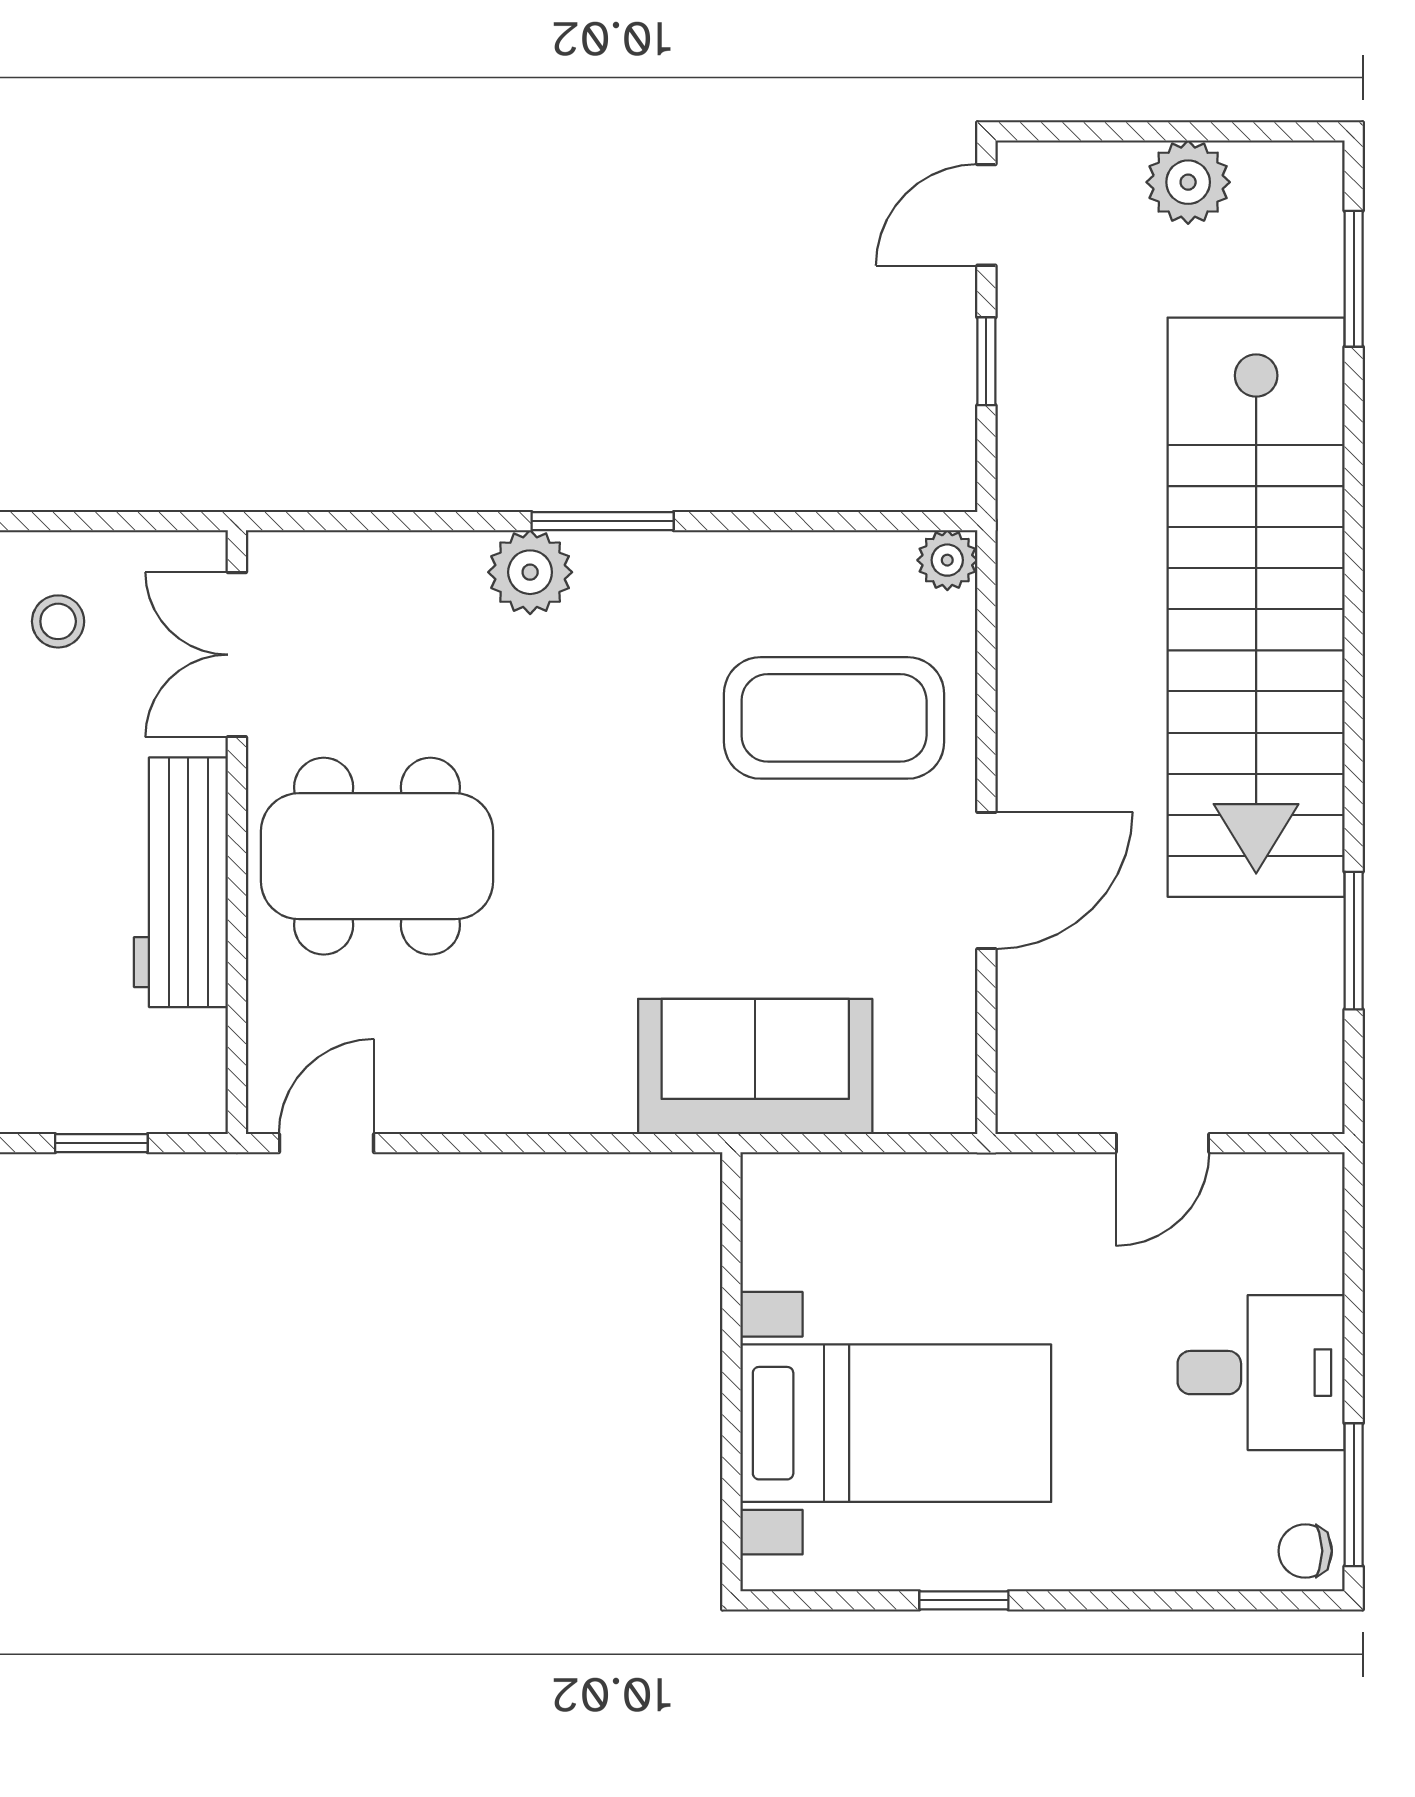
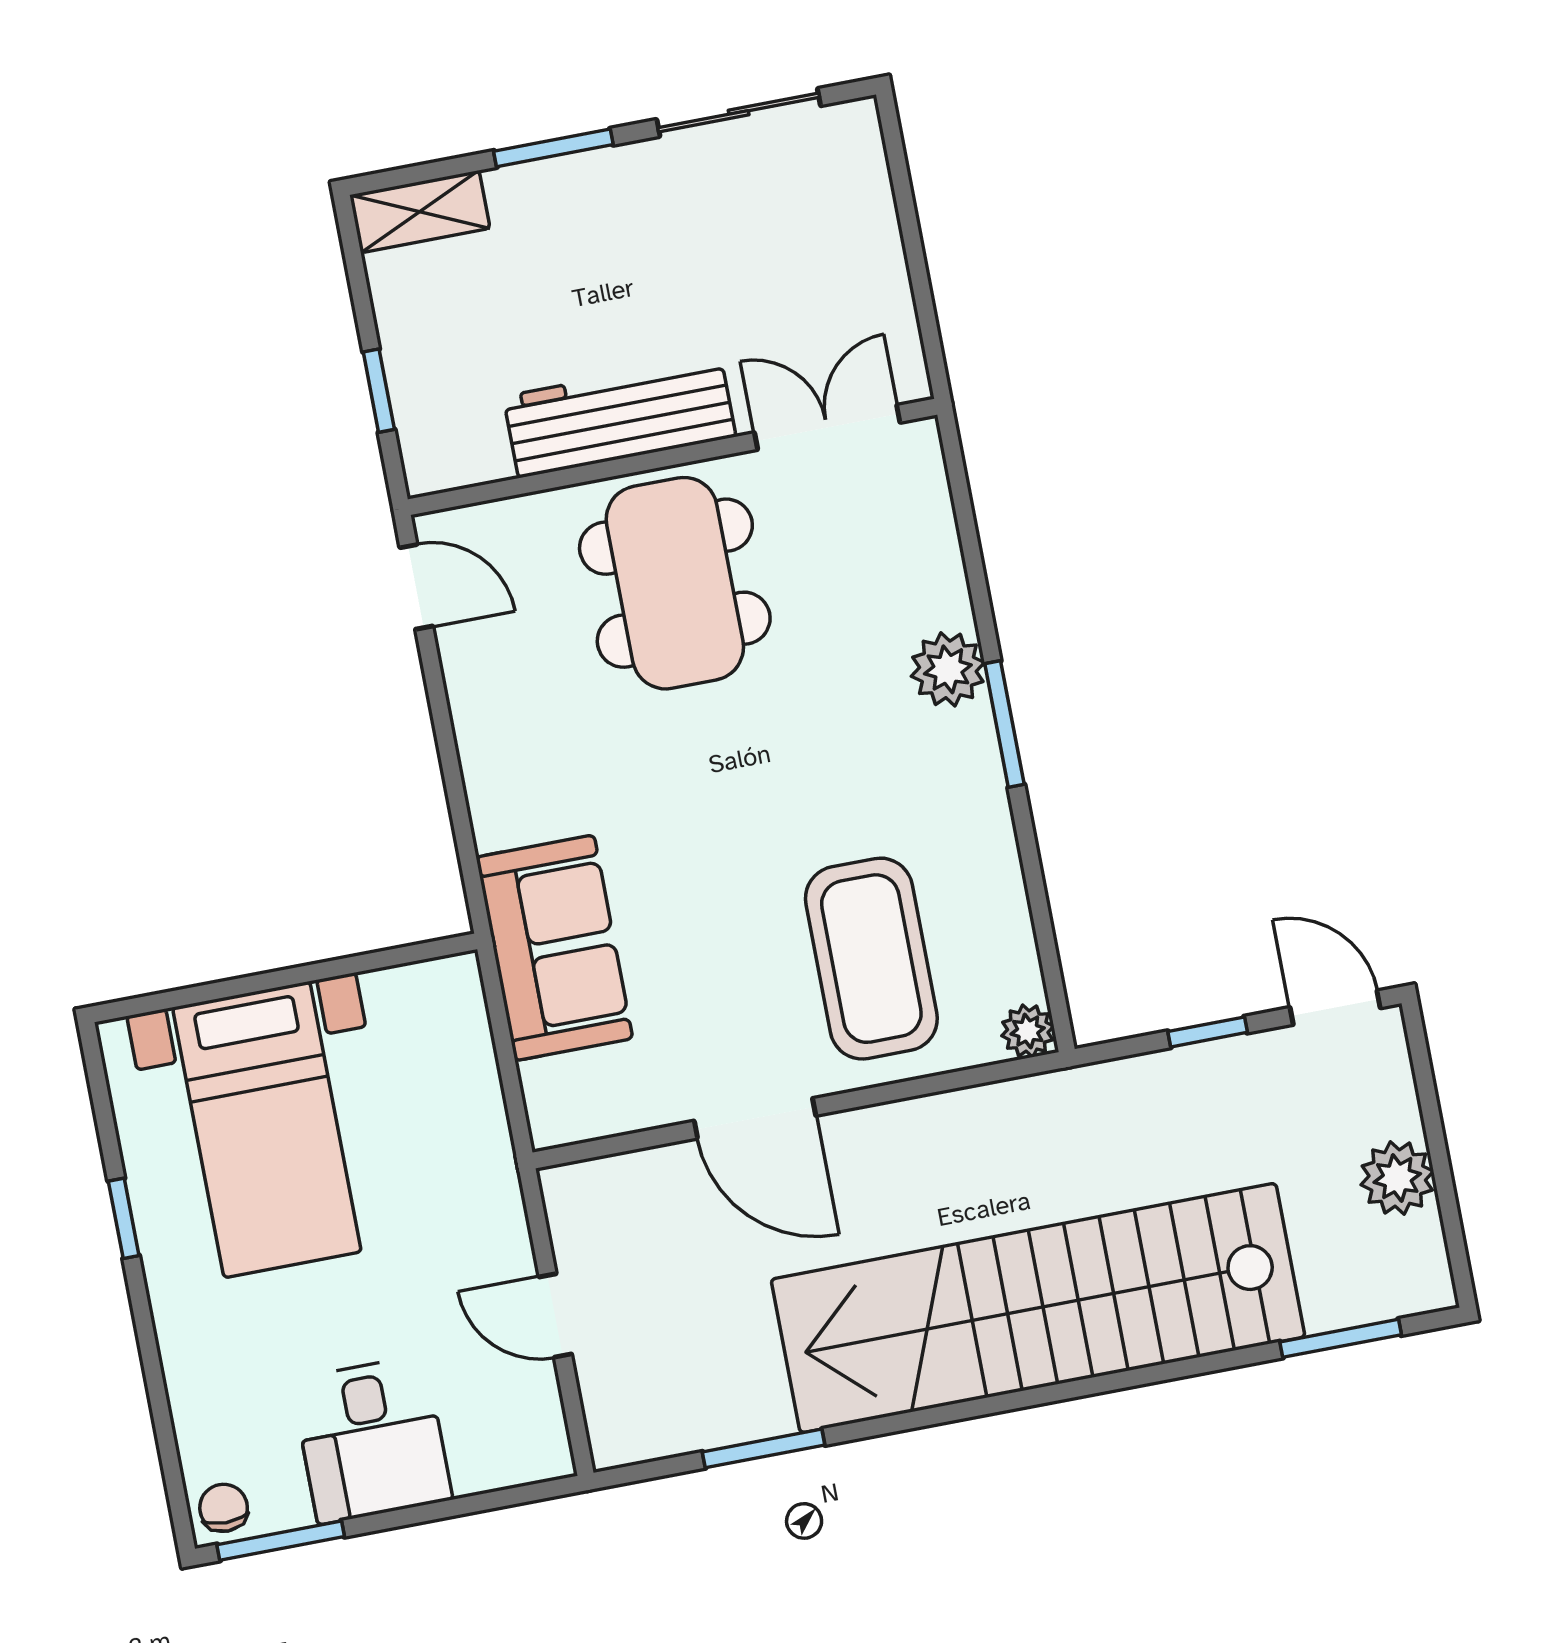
stool: (58, 621) -> (826, 266), removed

